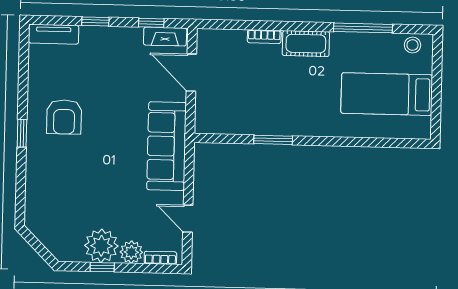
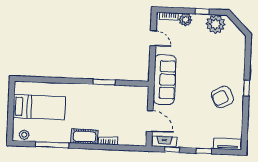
armchair: (64, 117) -> (222, 97), turned -117
plant: (101, 246) -> (215, 24), moved

